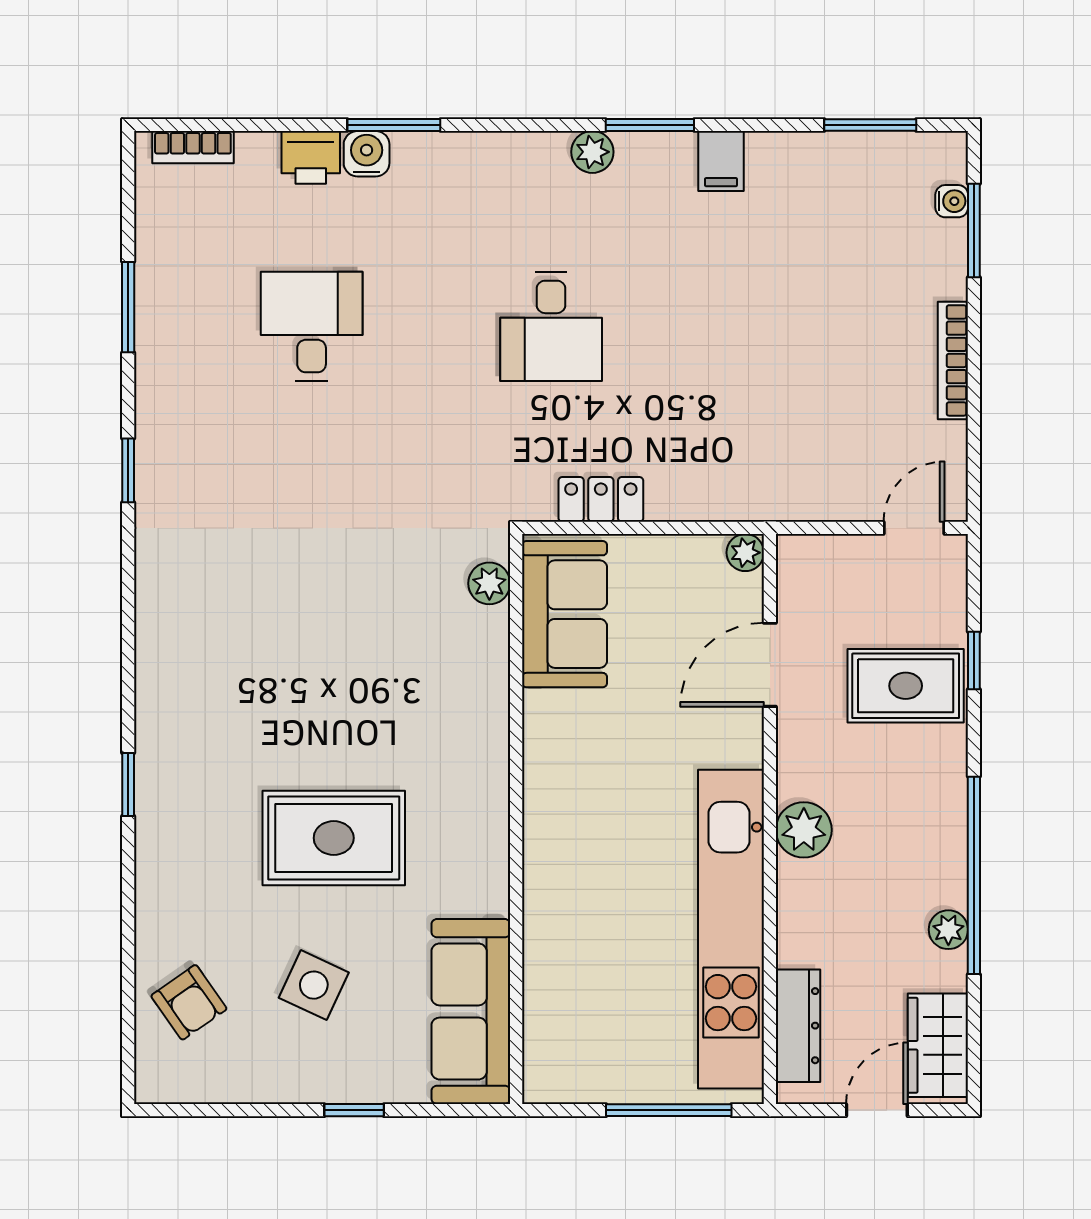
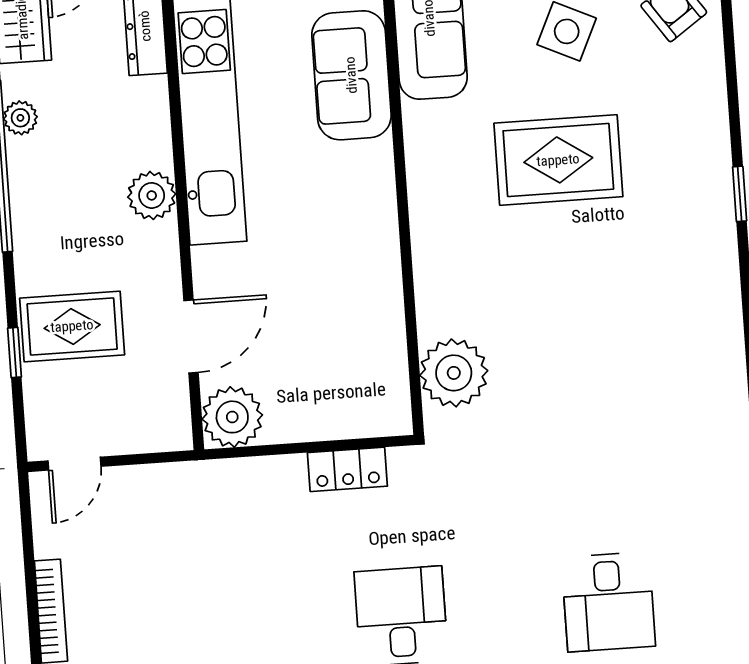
plant: (745, 553) -> (232, 417), width x1.88, depth x1.88
plant: (489, 583) -> (454, 373), width x1.88, depth x1.88
sofa: (565, 614) -> (351, 75), moved

